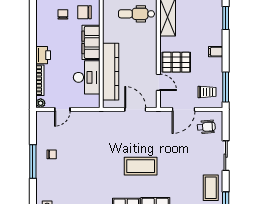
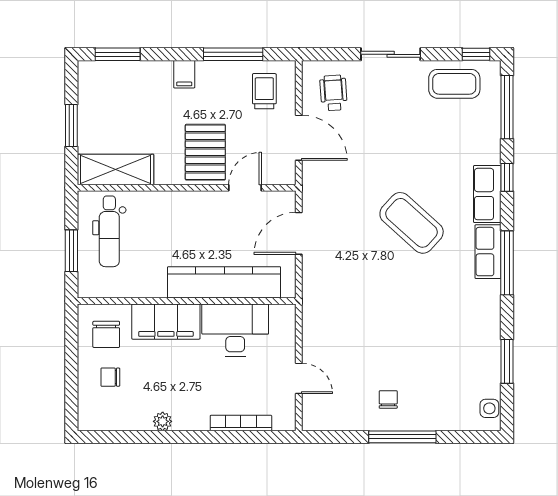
printer: (43, 55) -> (191, 416), removed
window: (226, 87) -> (233, 54), moved
plant: (41, 103) -> (163, 421), moved
coffee table: (141, 166) -> (412, 223), turned -48

